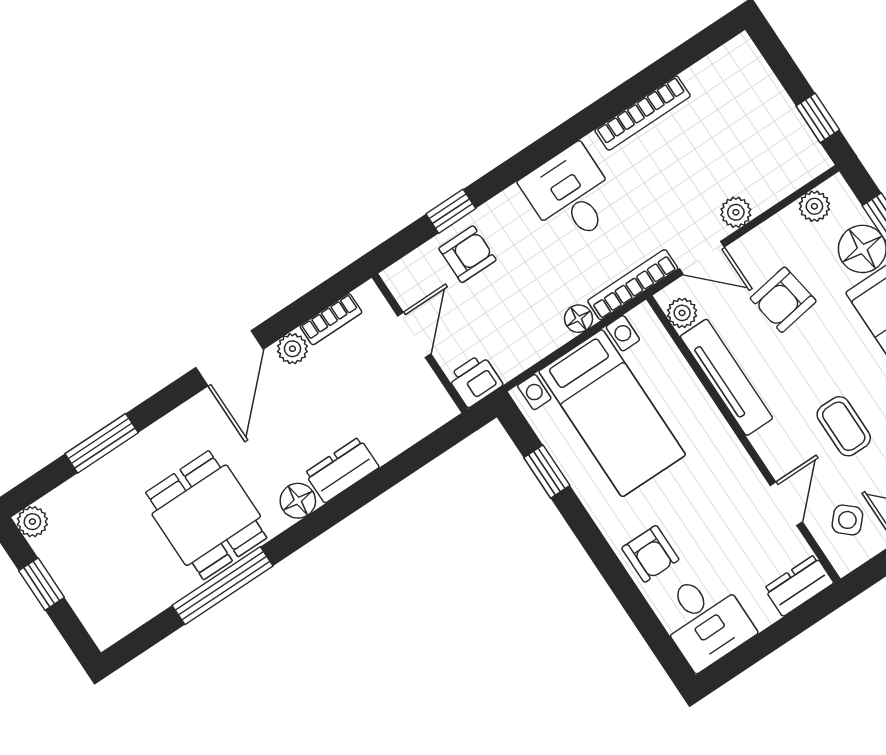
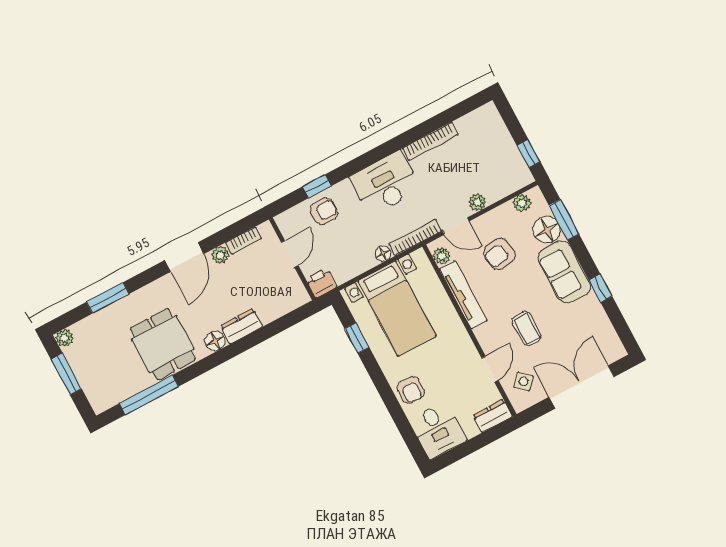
desk: (571, 195) -> (385, 184), width x1.37
window: (42, 584) -> (66, 374), width x1.50
window: (223, 586) -> (149, 395), moved

